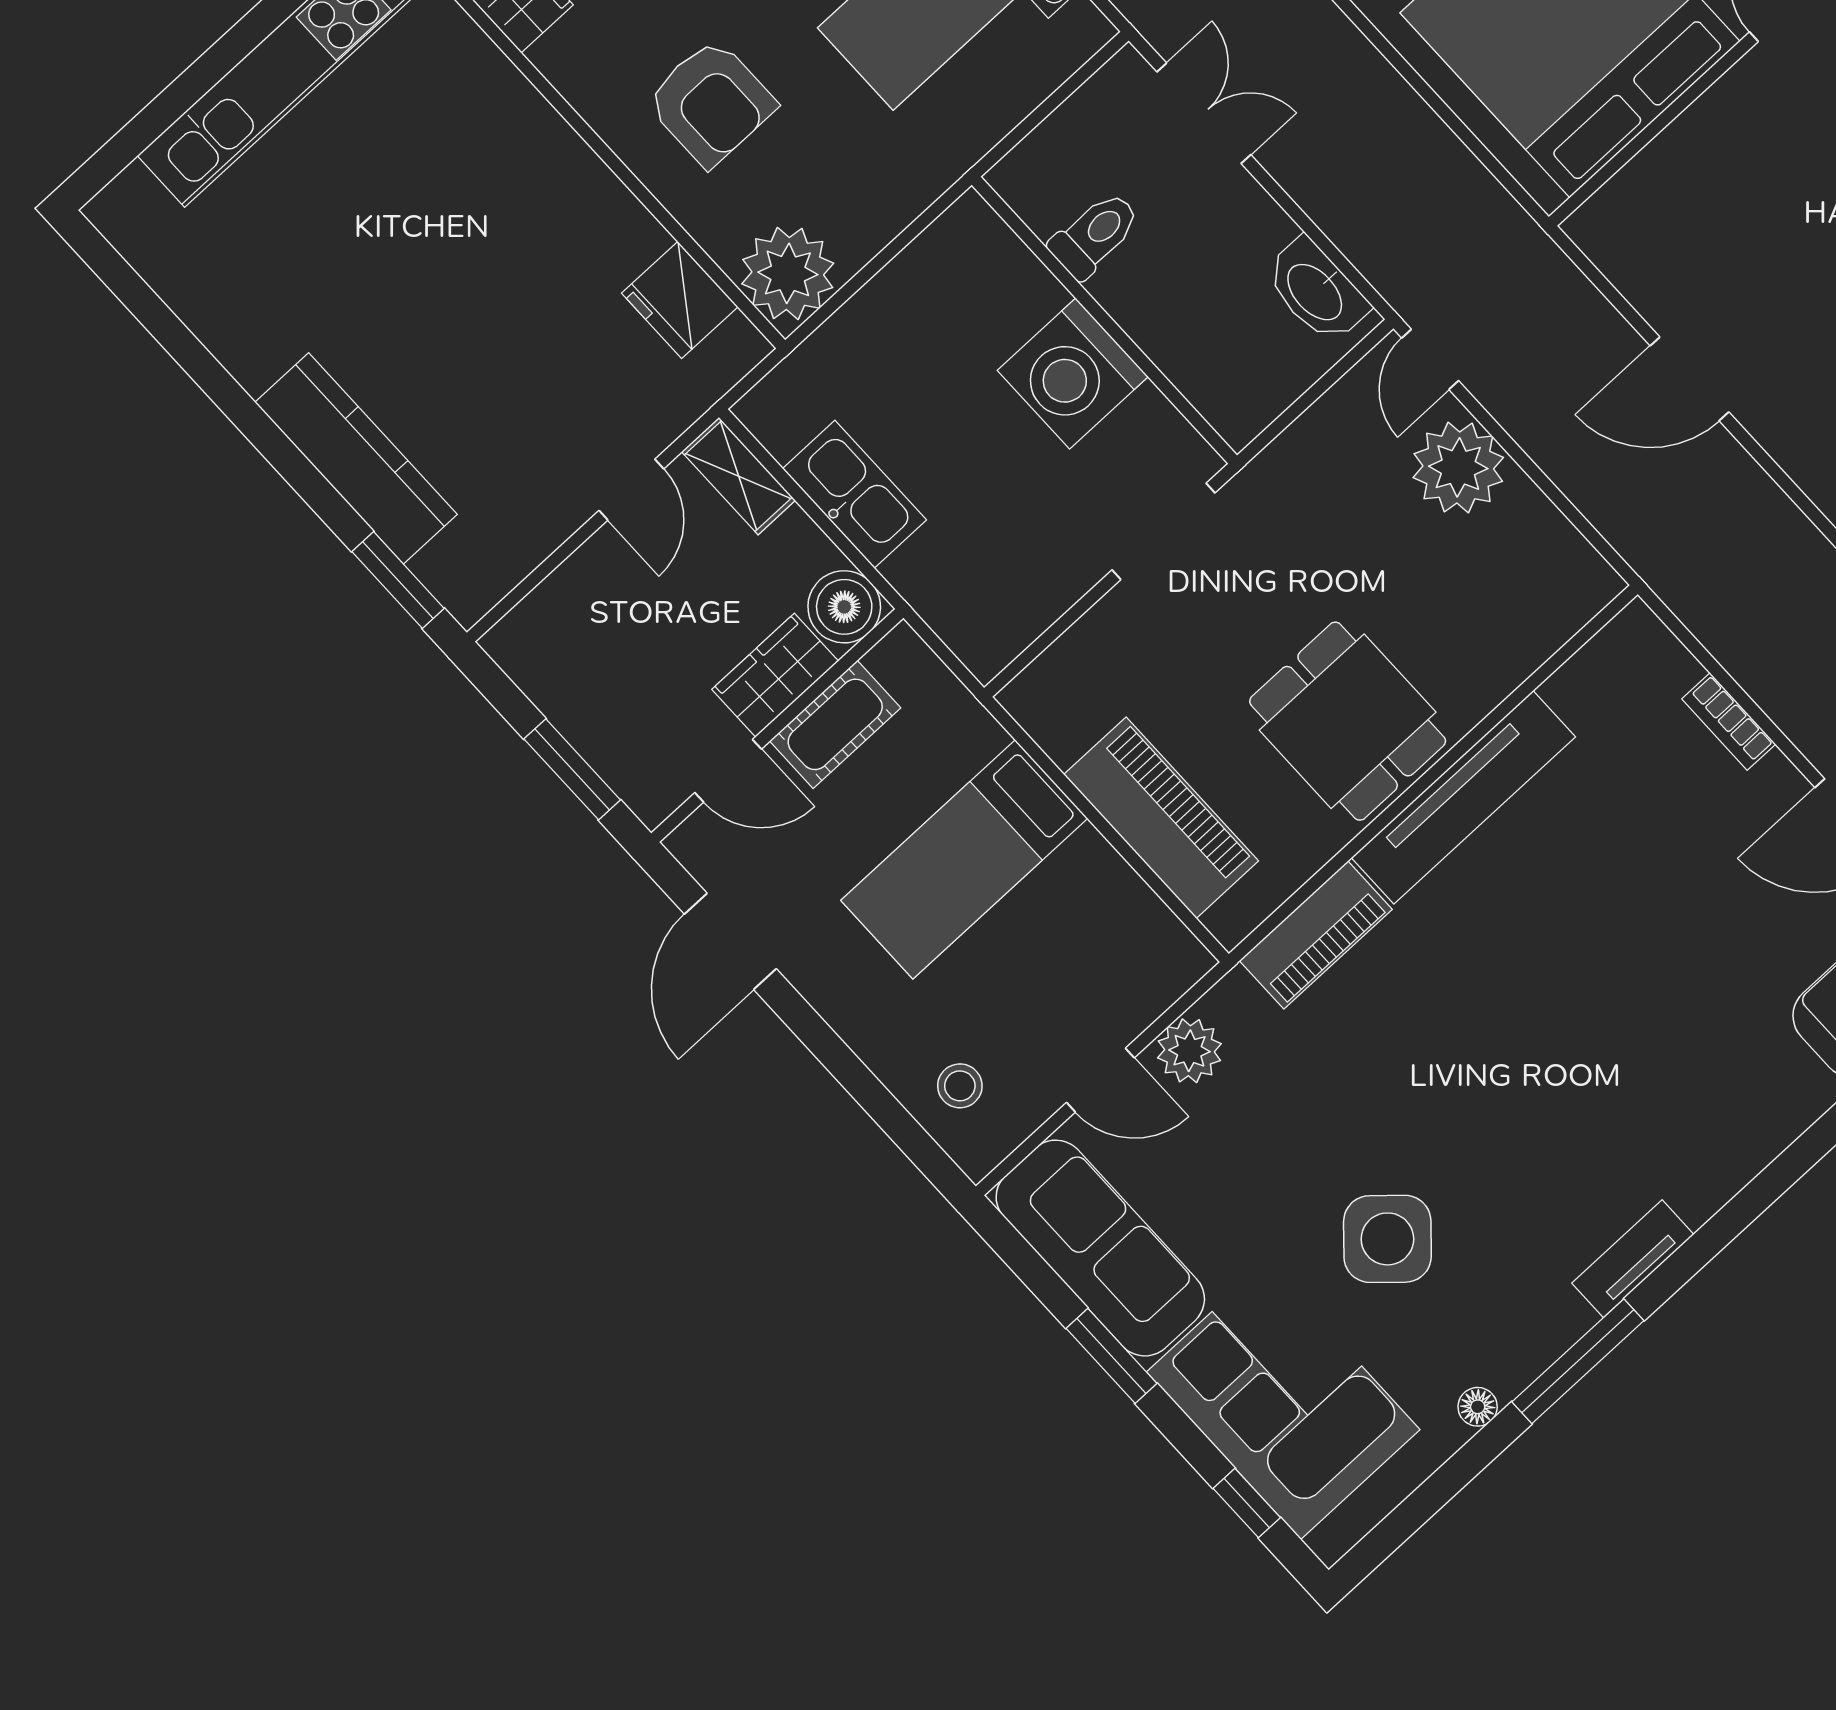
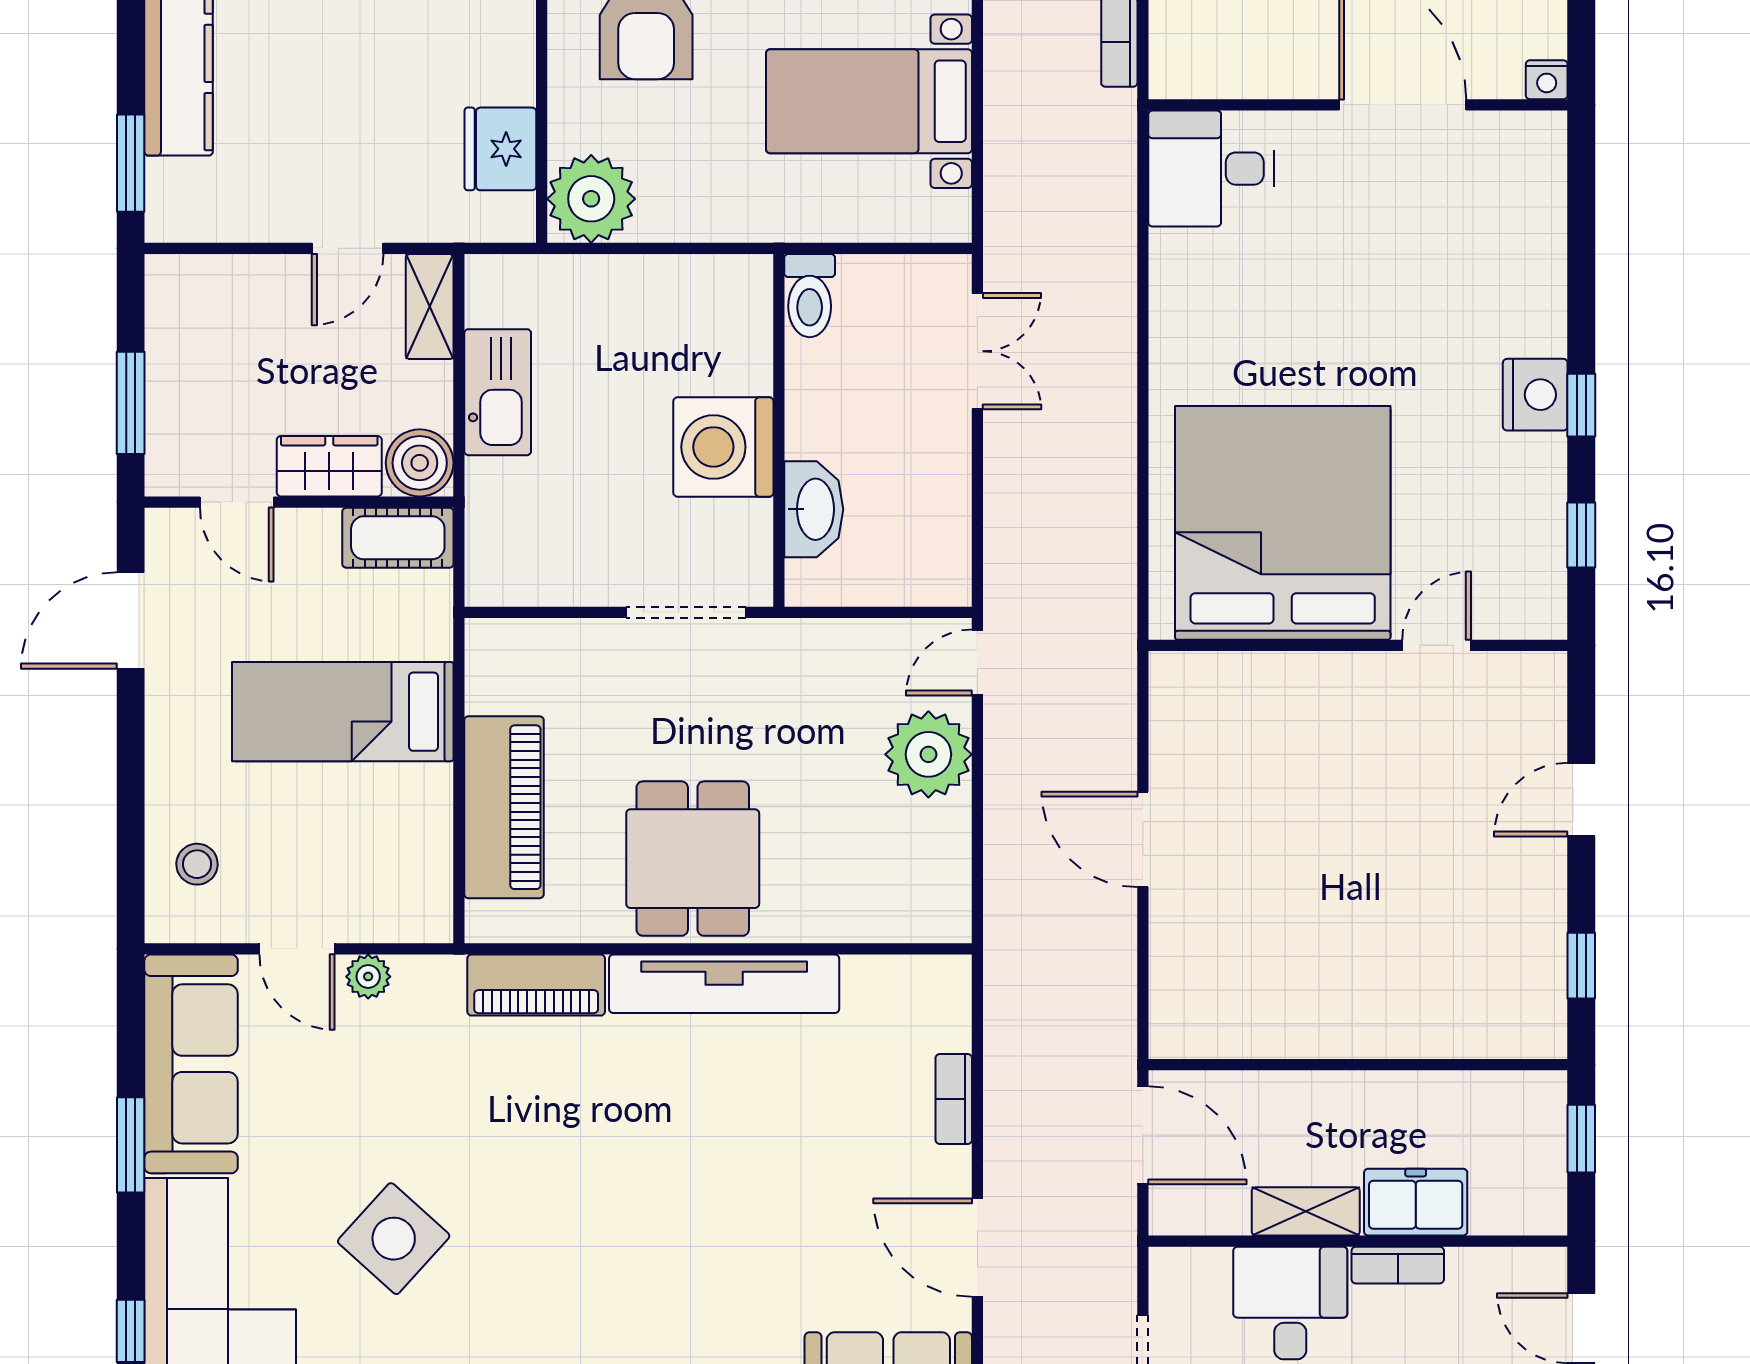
toilet: (1095, 235) -> (810, 296), moved, turned 90
washbasin: (1316, 291) -> (814, 509), moved, turned 180
cot: (835, 724) -> (398, 538), moved
plant: (1189, 1051) -> (368, 977), width x0.73, depth x0.73

